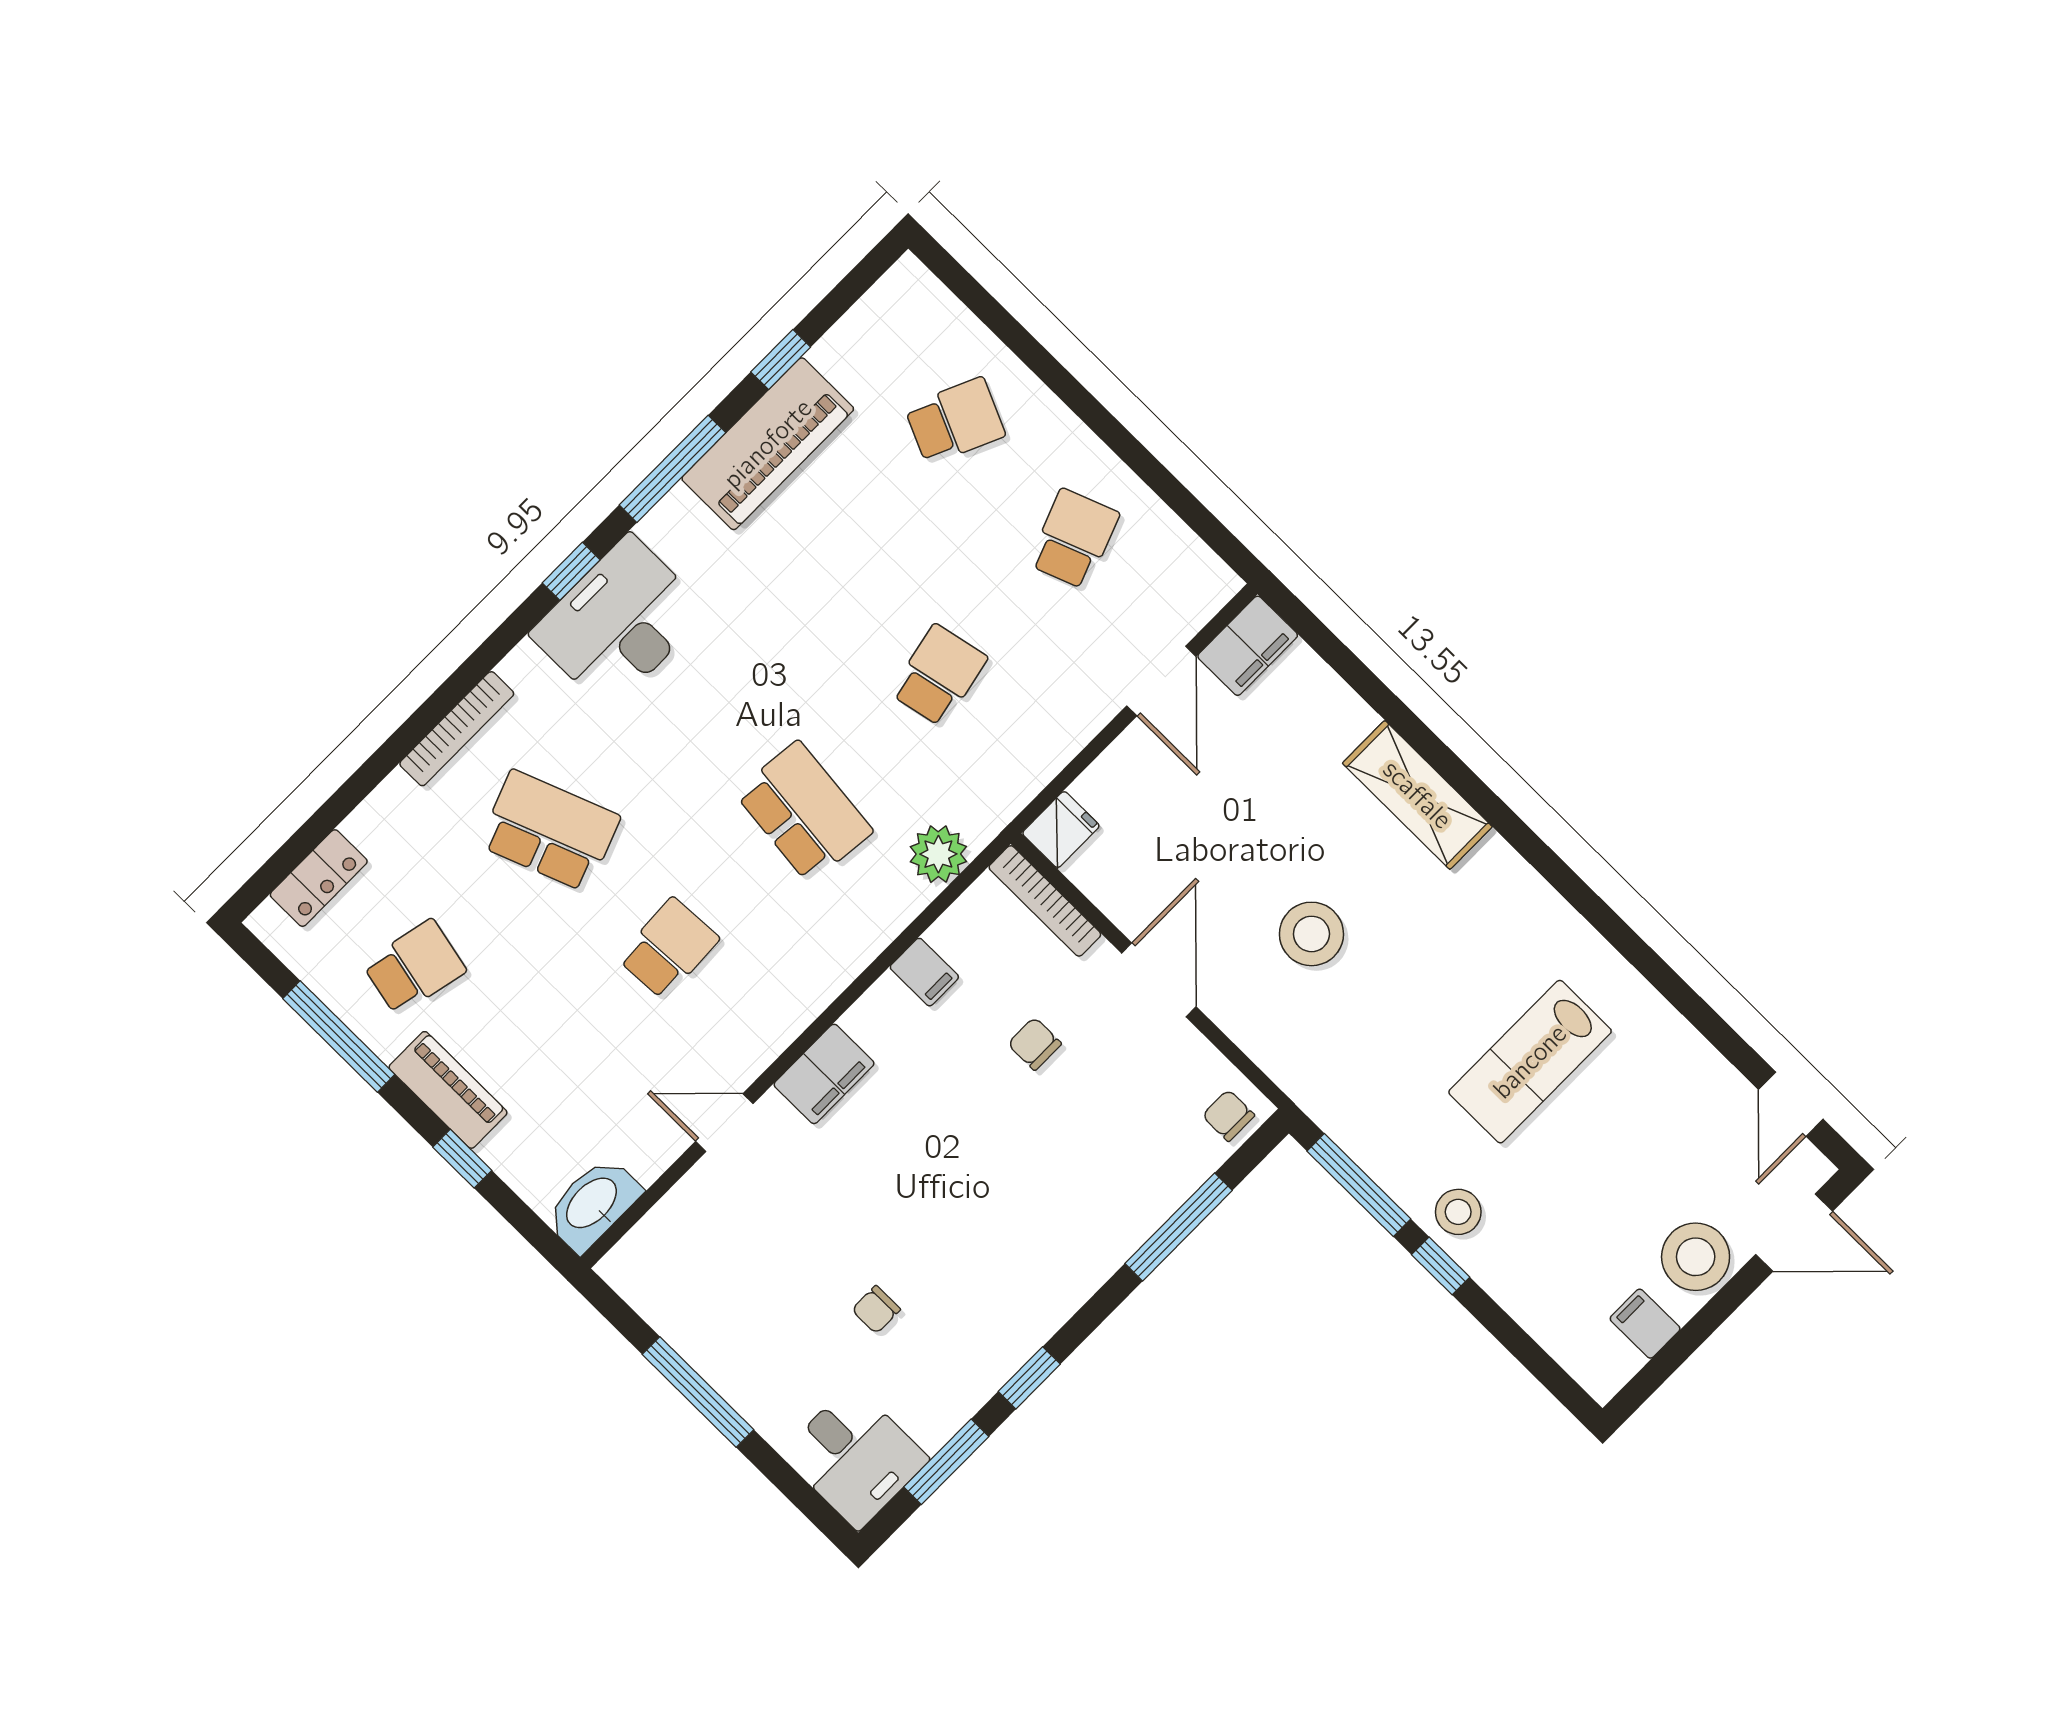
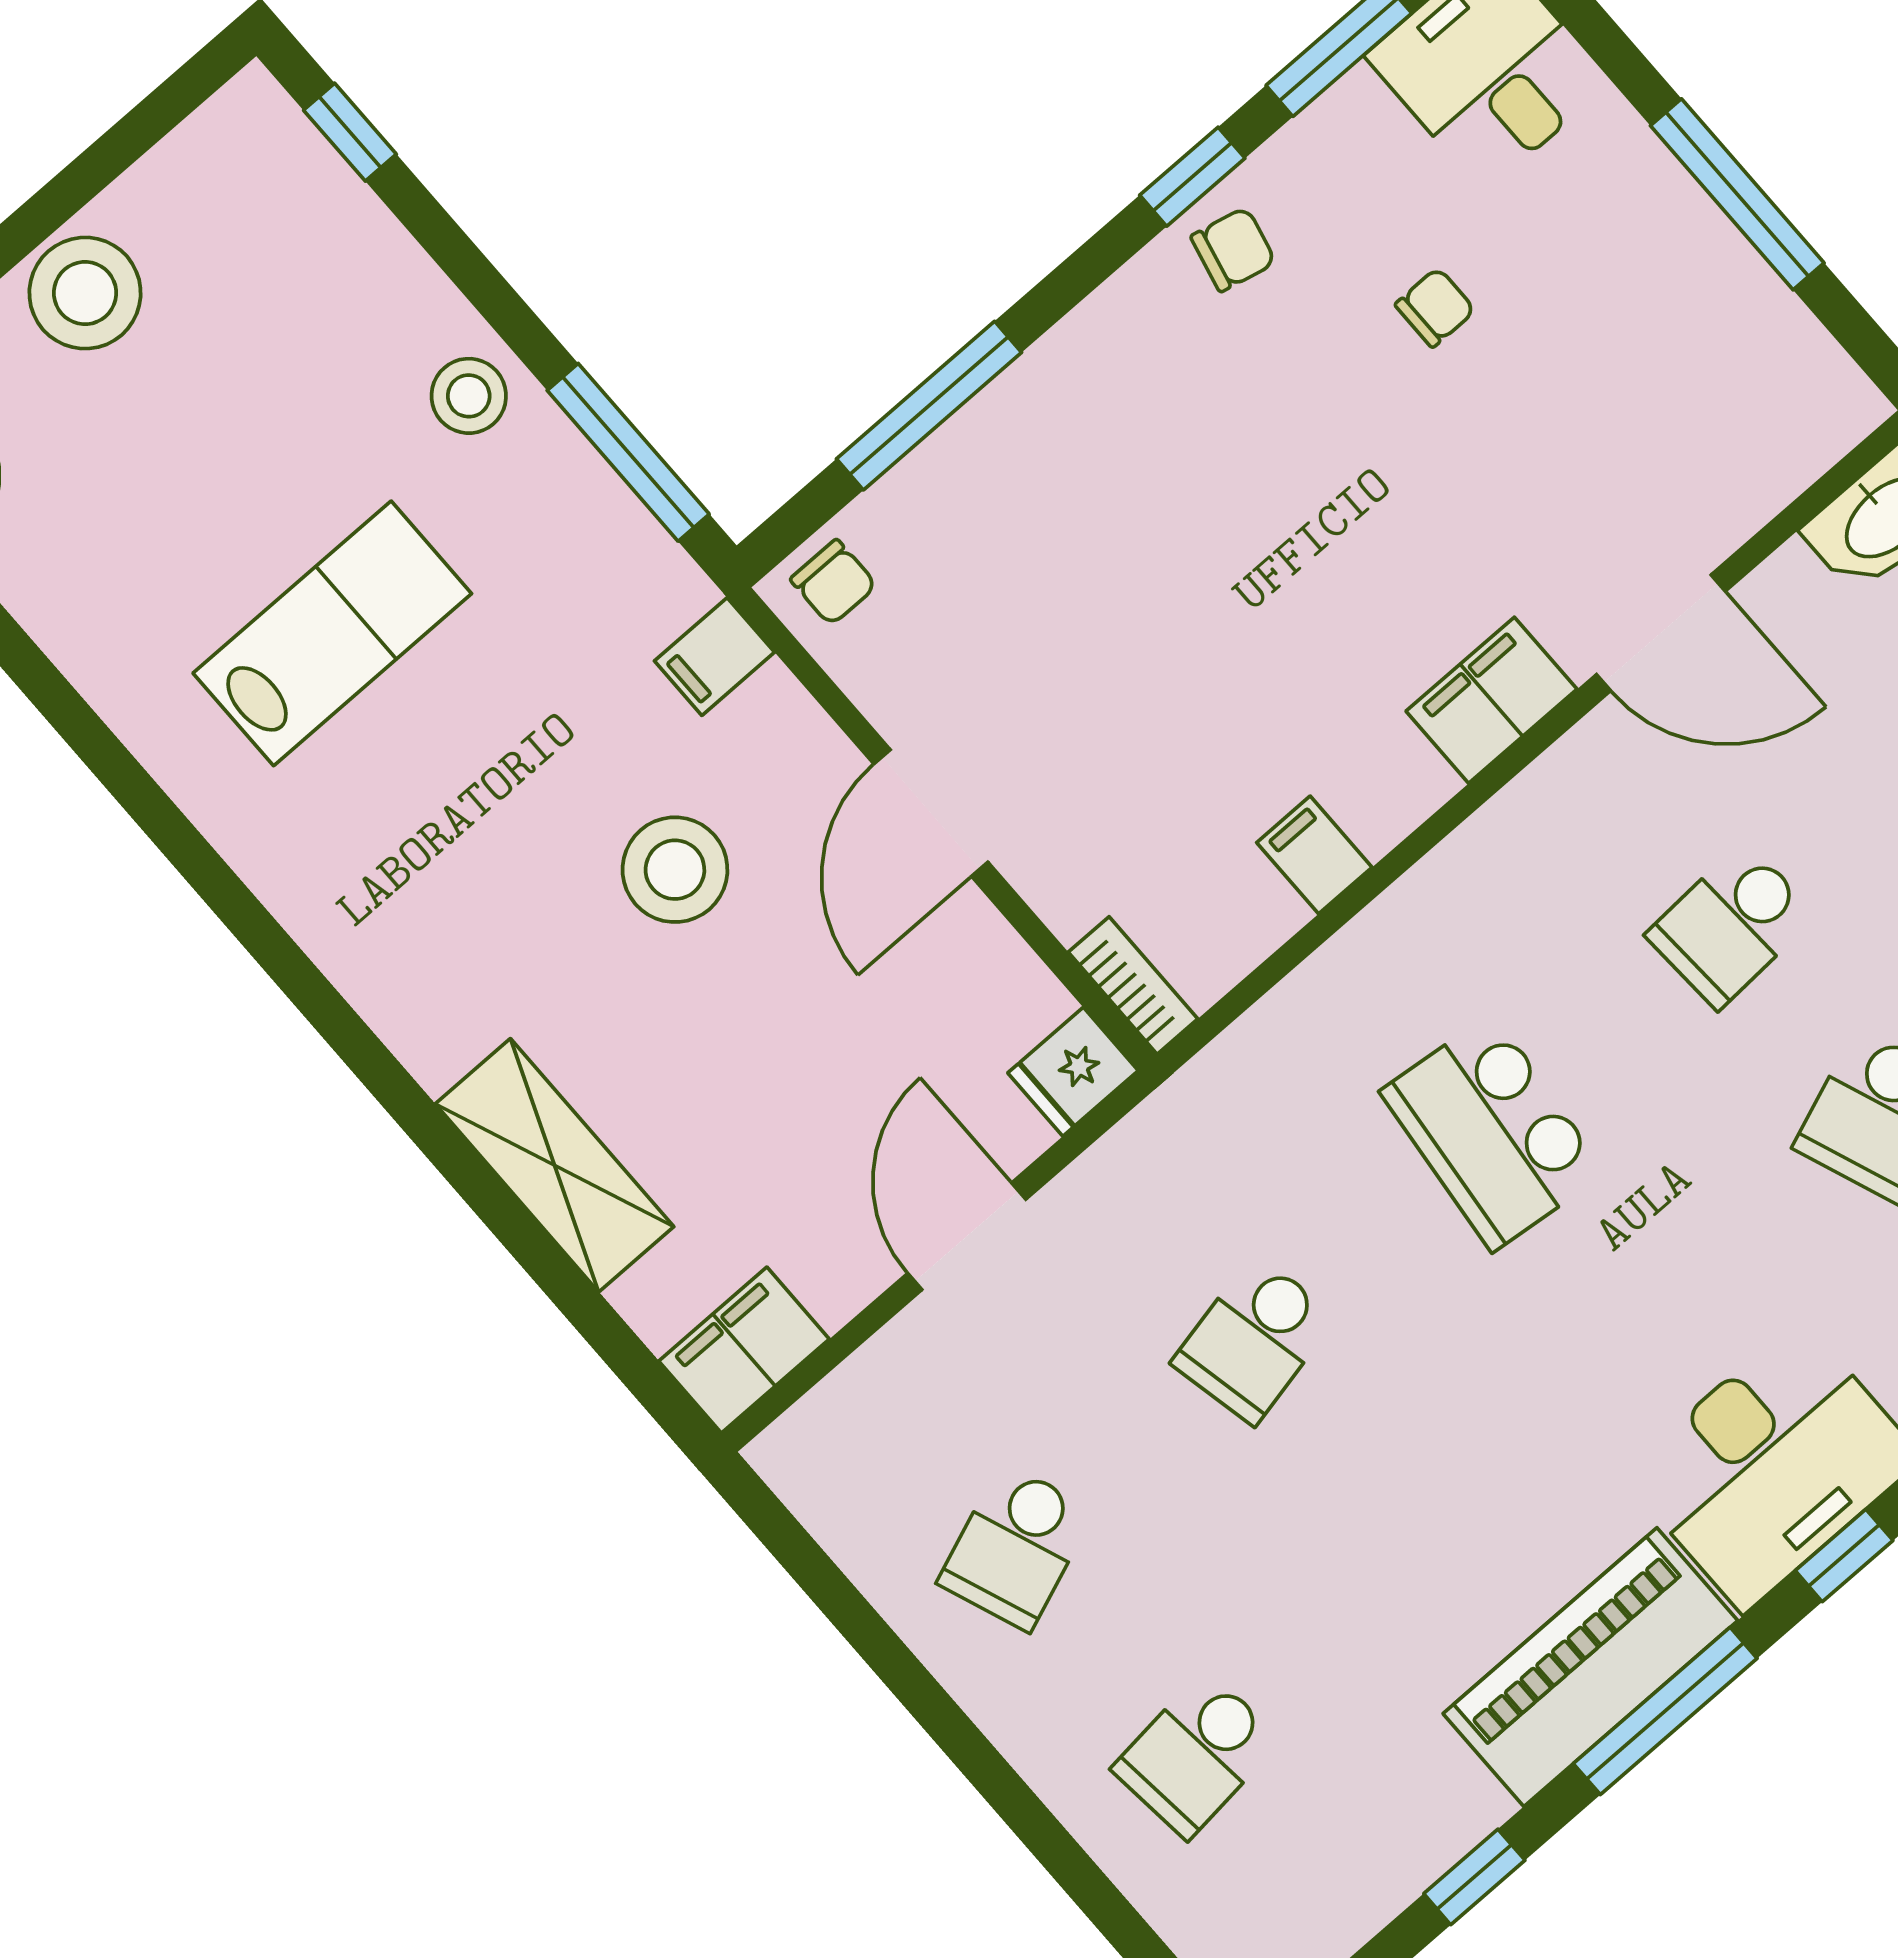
school desk: (955, 421) -> (1196, 1754), turned -30
piano: (768, 444) -> (1590, 1667), moved
door: (1161, 681) -> (967, 1236), moved
shelving: (1417, 795) -> (555, 1165), moved
plant: (938, 854) -> (1277, 1047), removed
bookcase: (1045, 901) -> (1133, 985), width x0.64
chair: (1035, 1044) -> (1233, 249), moved, turned -77
door: (724, 1123) -> (1661, 633), width x1.38
window: (1441, 1266) -> (350, 132), moved
filing cabinet: (1645, 1324) -> (715, 657), moved, turned 90

